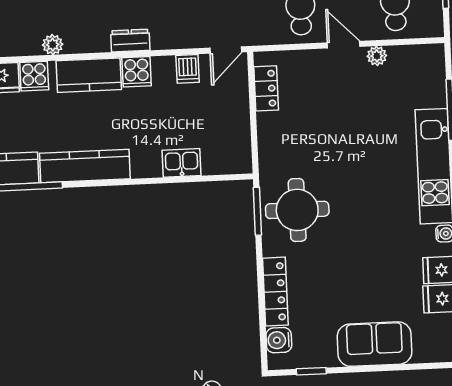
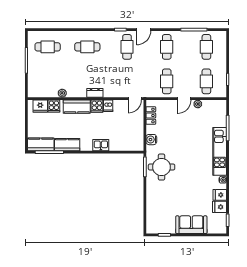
door: (344, 45) -> (184, 99), swing flipped
dishwasher: (188, 69) -> (108, 106), moved
kitchen sink: (182, 163) -> (101, 145), moved
kitchen counter: (85, 166) -> (67, 145), width x0.67
locker: (275, 292) -> (151, 201), removed
water cooler: (279, 340) -> (151, 140), moved

